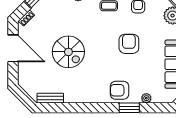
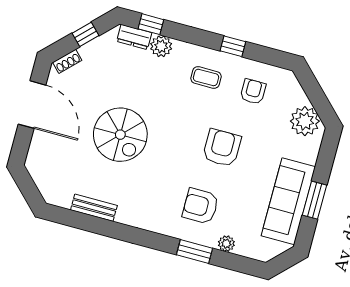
armchair: (119, 90) -> (200, 206), moved
bench: (50, 98) -> (94, 208), moved

